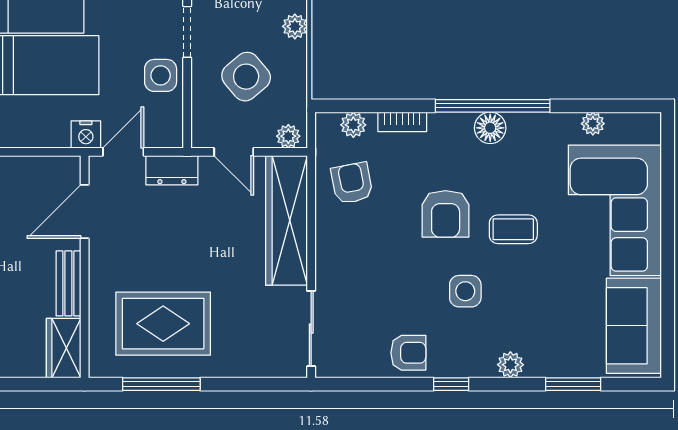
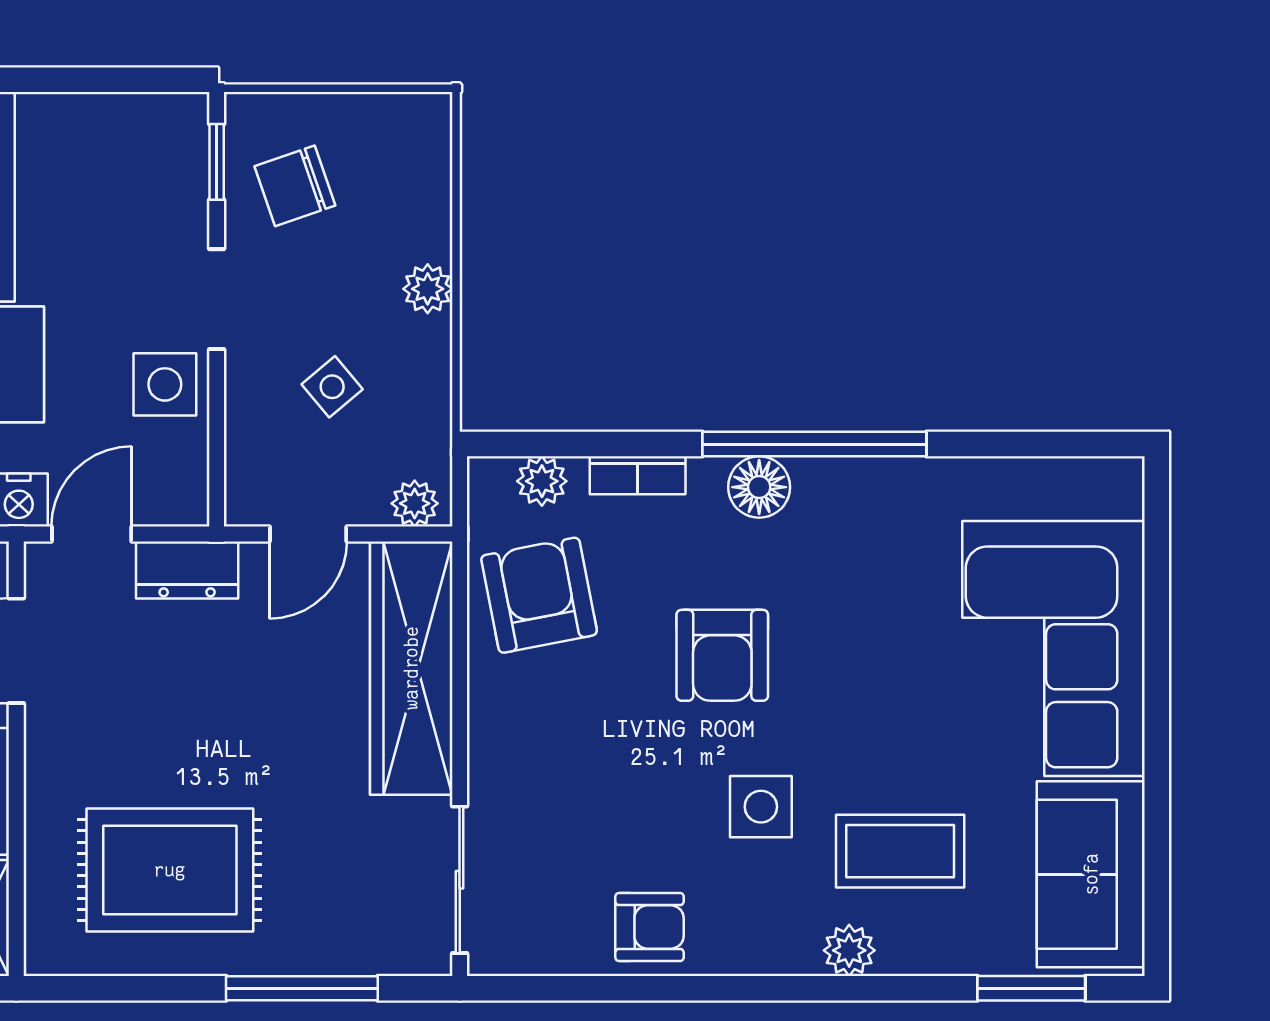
side table: (246, 77) -> (332, 387), width x0.54, depth x0.54
plant: (593, 124) -> (1010, 479), removed
floor lamp: (490, 128) -> (759, 487), moved
door: (234, 152) -> (308, 534), hinge flipped
armchair: (352, 183) -> (539, 595), width x1.38, depth x1.38
coffee table: (513, 229) -> (900, 851), moved, width x1.36, depth x1.30
window: (161, 384) -> (302, 988), moved
window: (451, 384) -> (733, 988), removed
window: (573, 384) -> (1031, 988), moved

